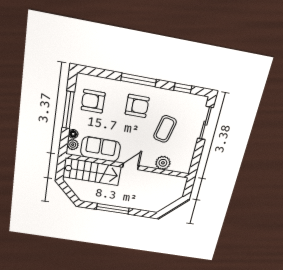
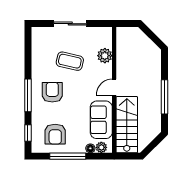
window: (183, 88) -> (28, 133), moved
sliding door: (205, 123) -> (70, 24), moved
door: (131, 166) -> (114, 87), hinge flipped

